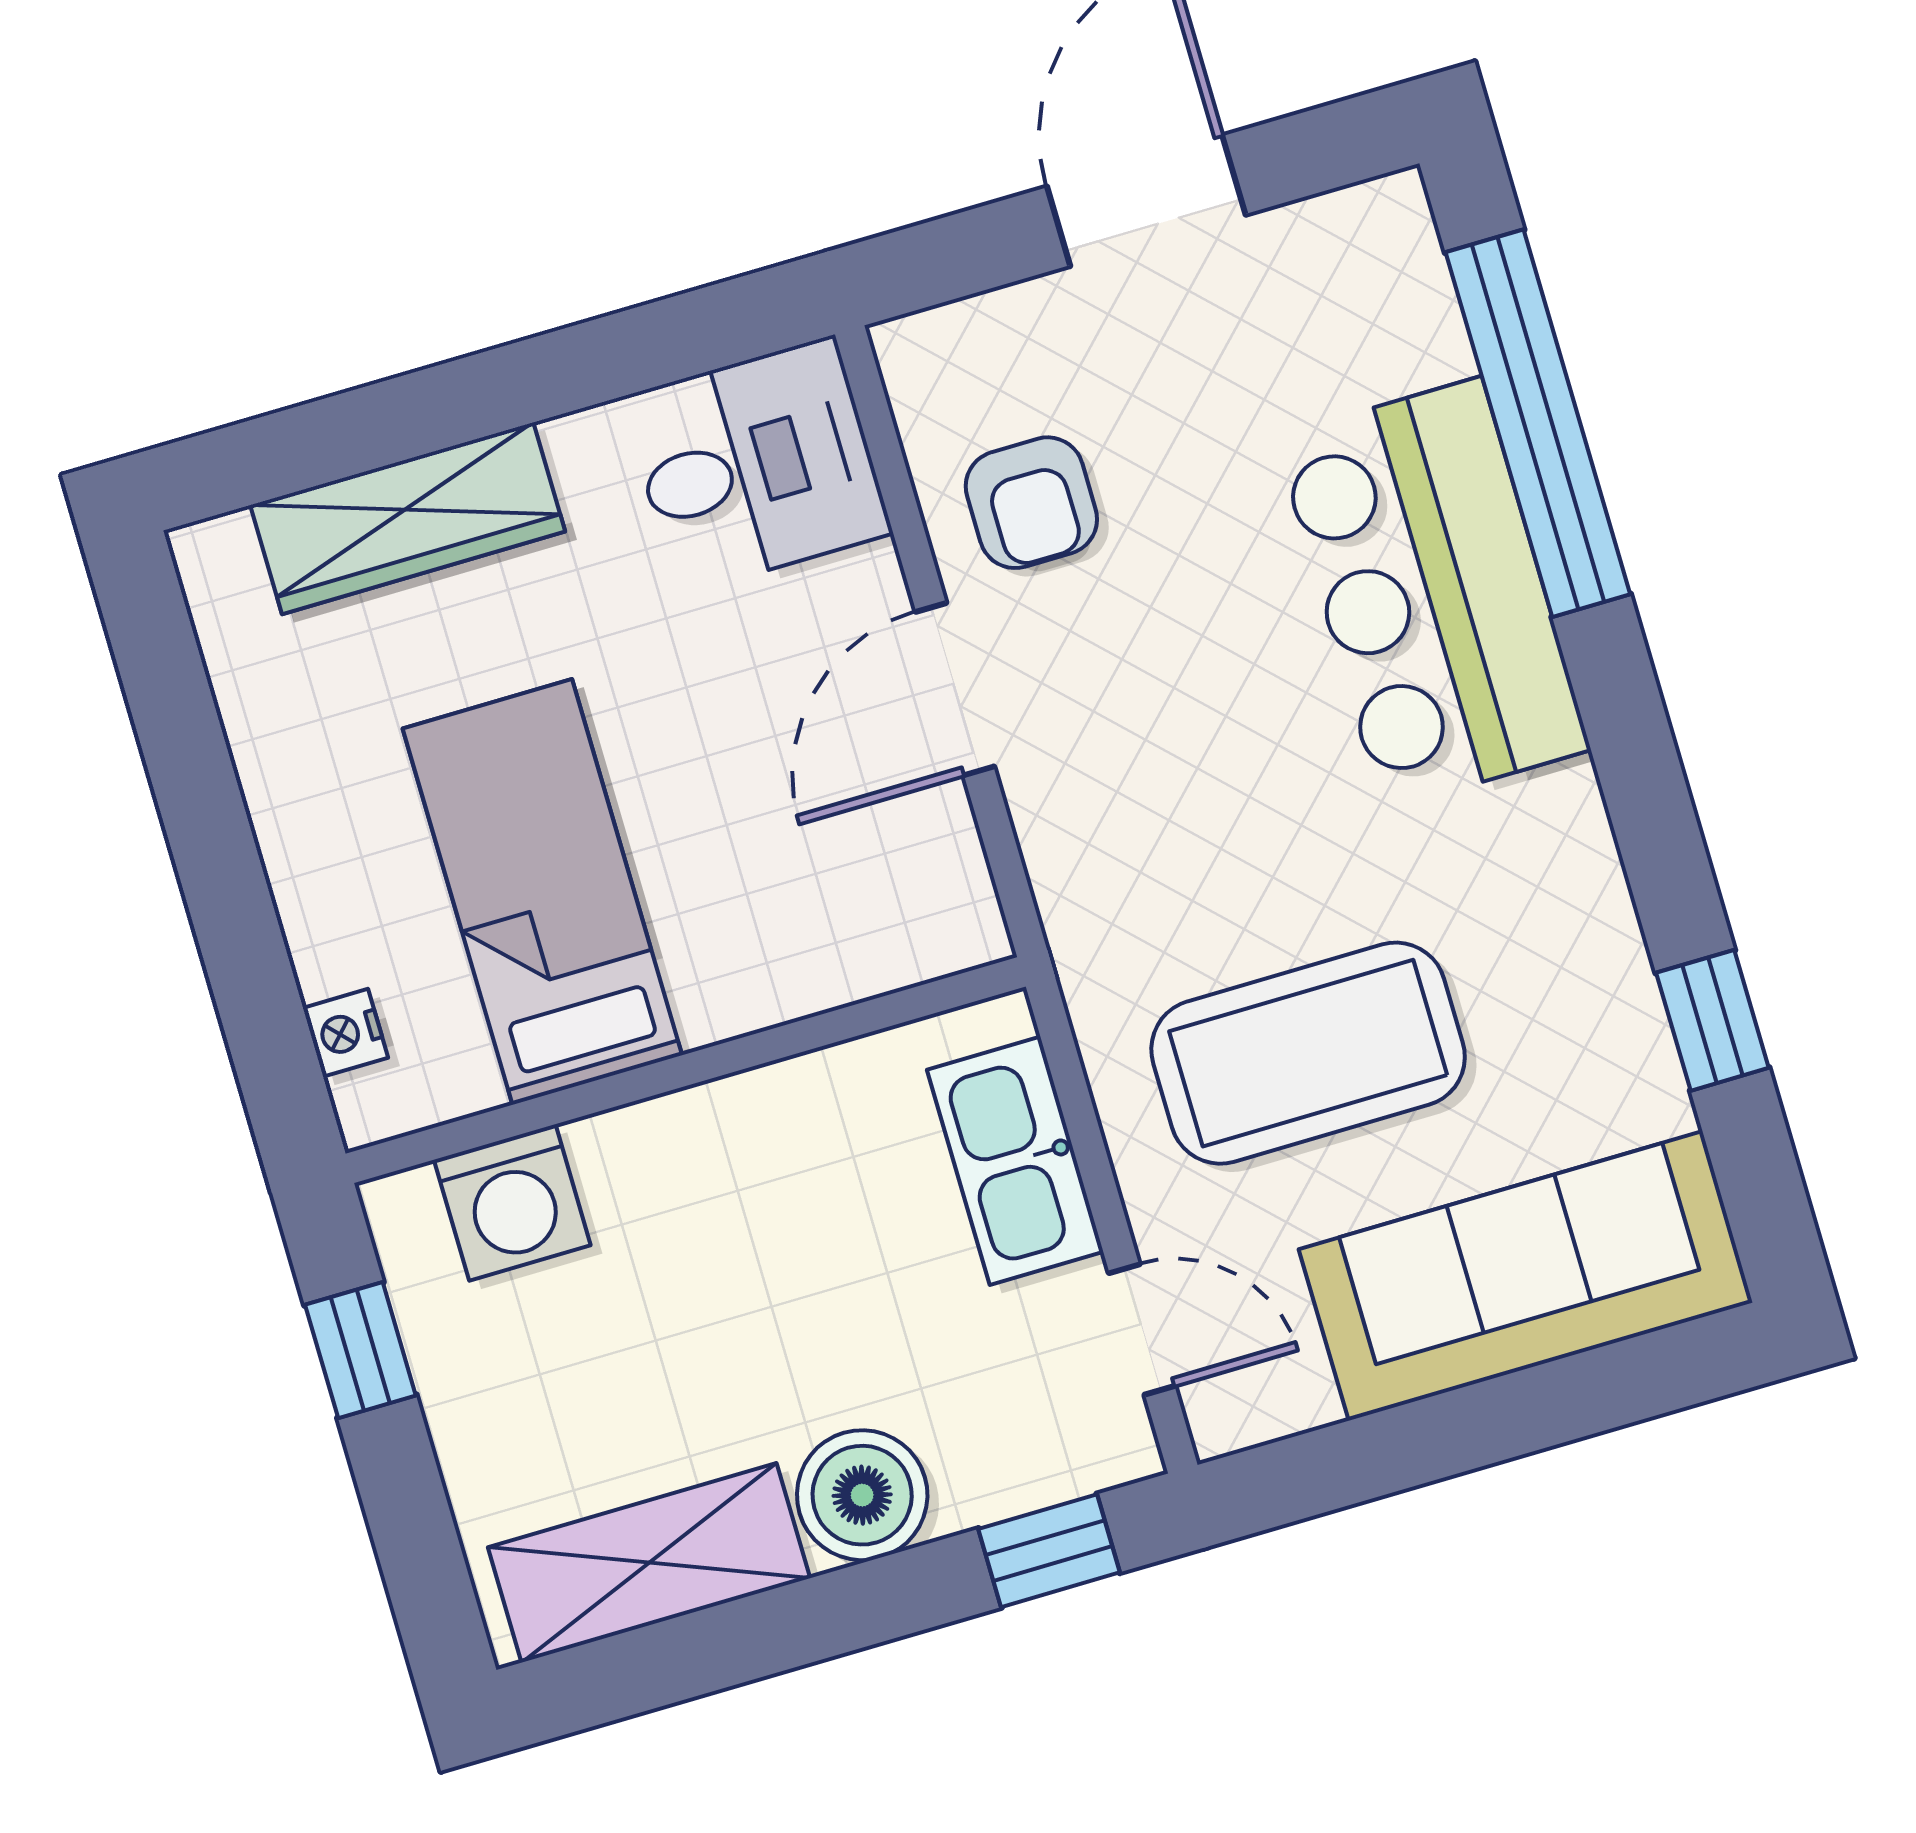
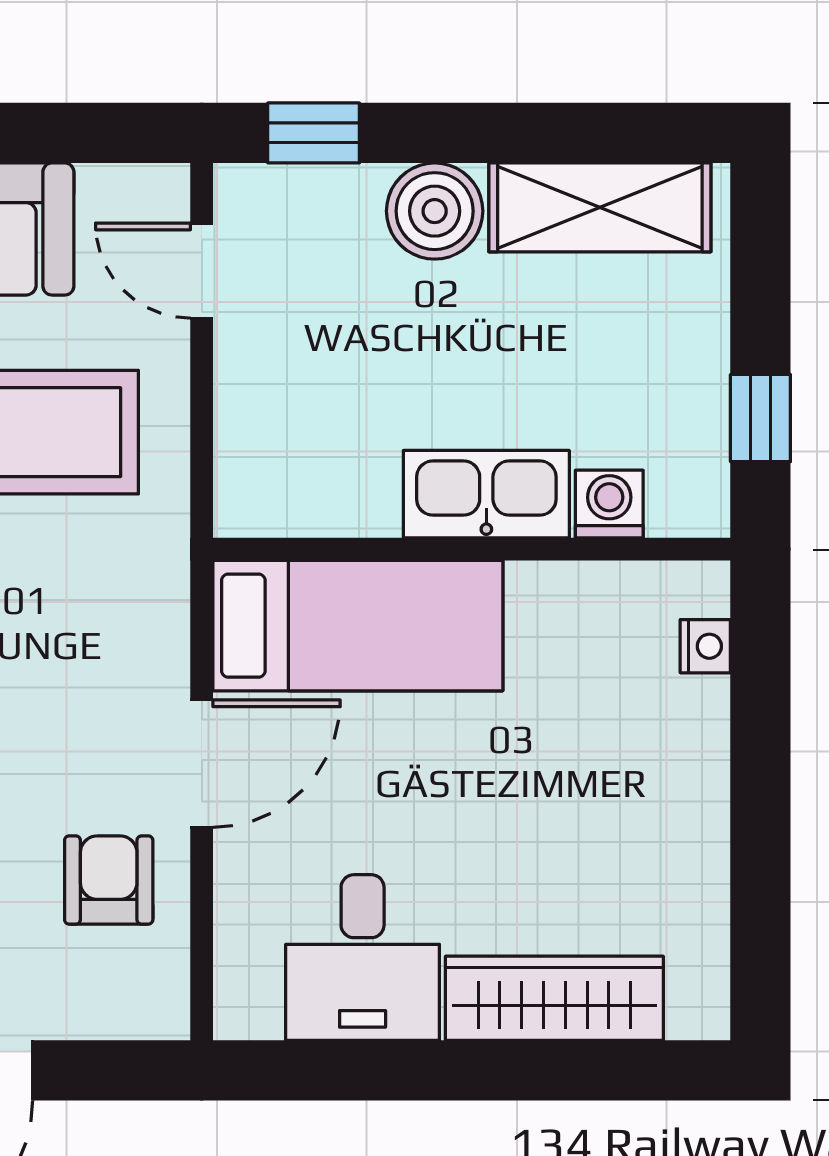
desk: (757, 465) -> (363, 958), moved, turned -90
bed: (542, 892) -> (358, 626), moved, turned -90
kitchen sink: (1015, 1161) -> (486, 494), moved, turned -90
washing machine: (512, 1203) -> (609, 504), width x0.73, depth x0.73

